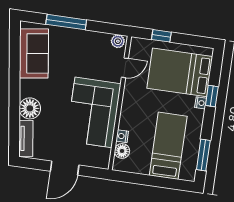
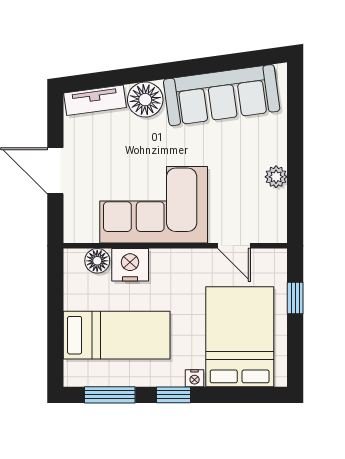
window: (66, 22) -> (295, 139), removed
plant: (118, 41) -> (276, 177), moved
sofa: (34, 53) -> (222, 95), width x1.36
window: (212, 96) -> (174, 395), moved
nightstand: (122, 136) -> (130, 265), width x1.89, depth x1.79

